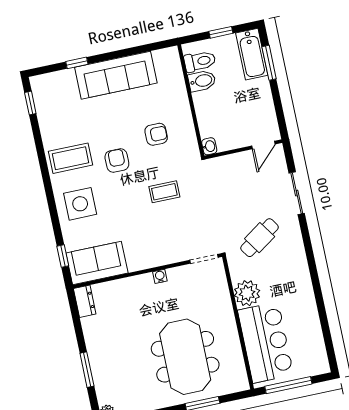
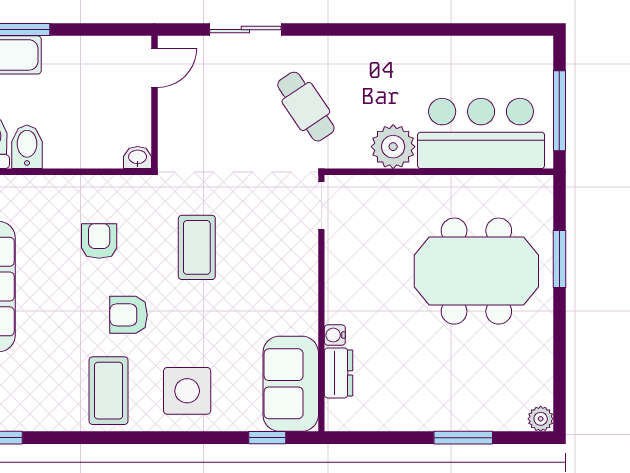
door: (263, 145) -> (154, 68), hinge flipped
coffee table: (164, 192) -> (197, 247), width x1.36, depth x1.30
water cooler: (160, 276) -> (335, 335), moved
dresser: (85, 301) -> (339, 373), moved, turned 90

